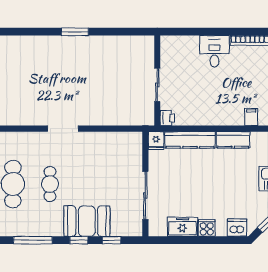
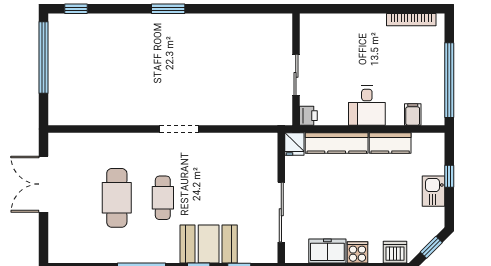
window: (75, 32) -> (168, 9), moved
desk: (214, 51) -> (367, 106), moved, turned 180

